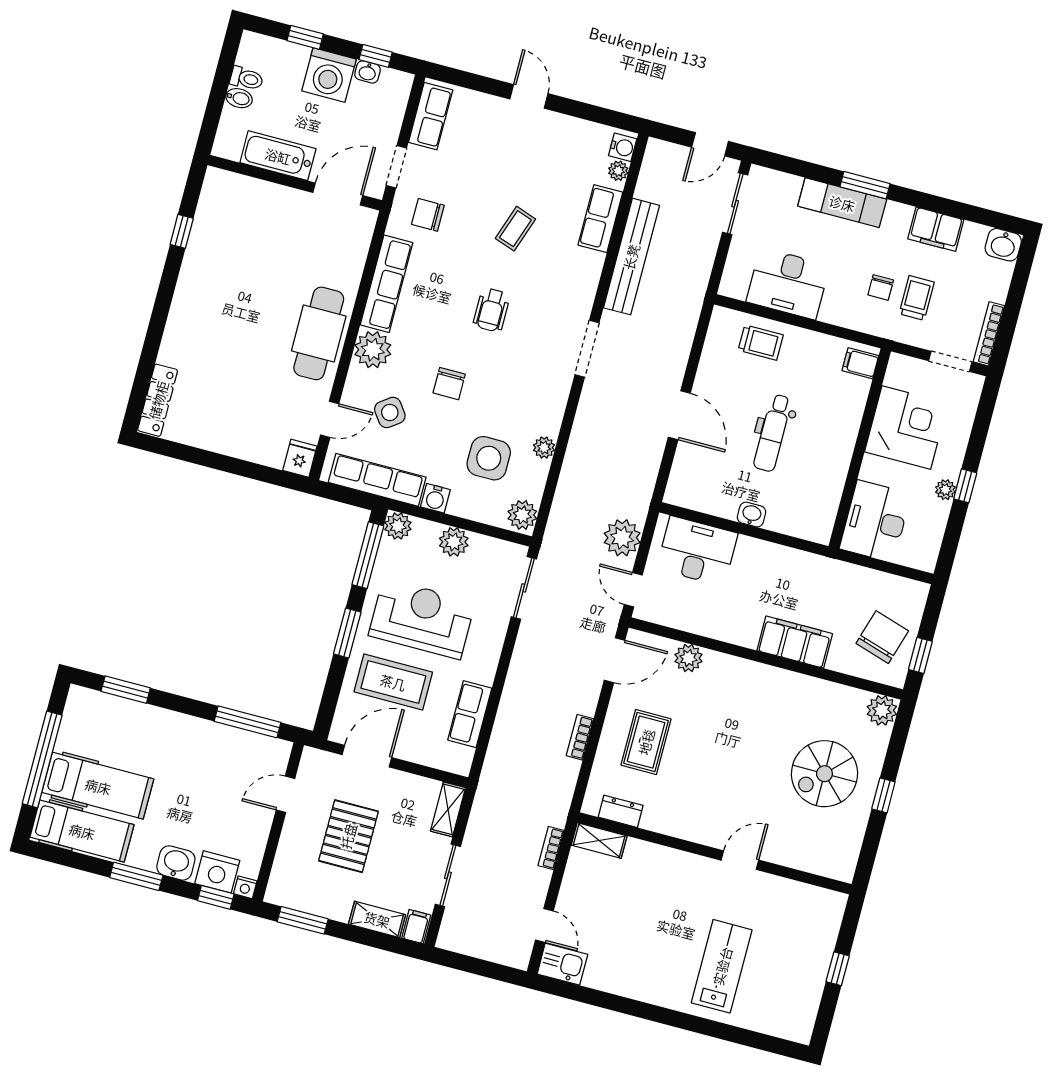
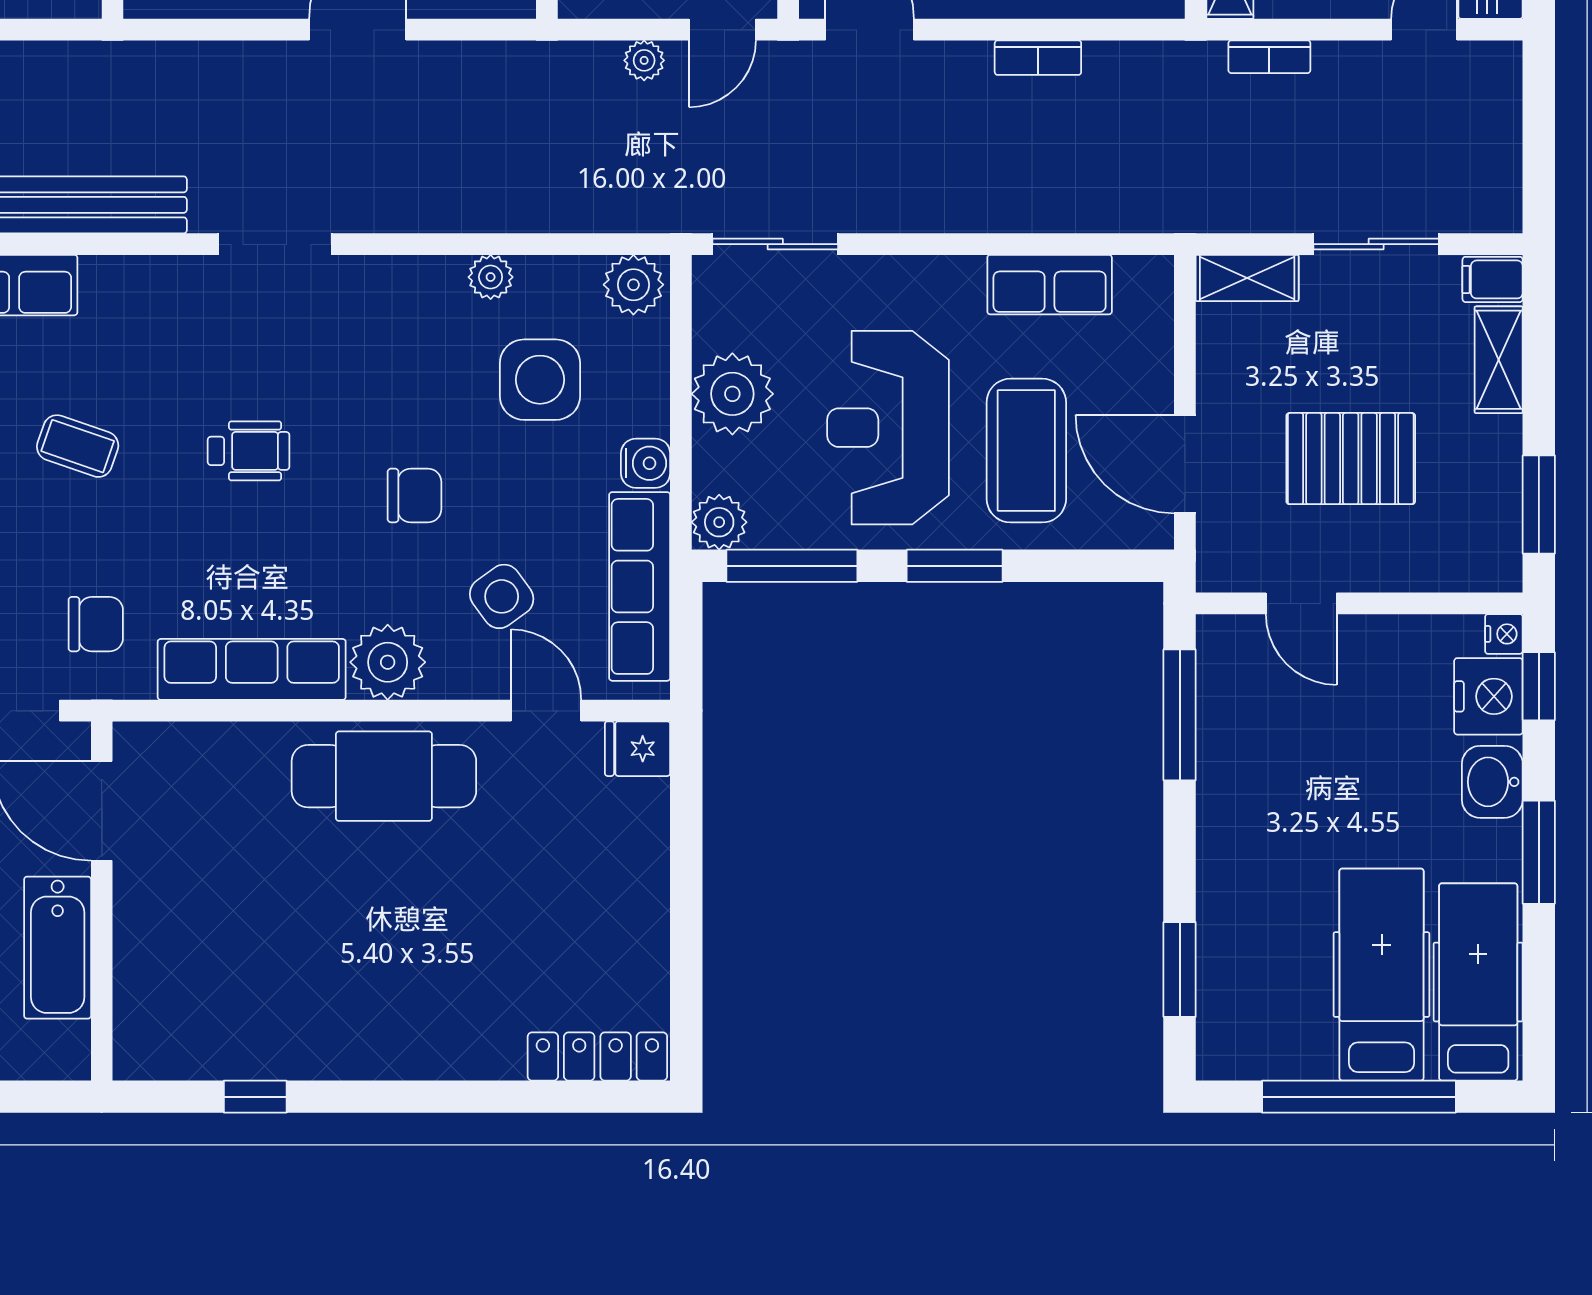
chair: (428, 215) -> (96, 624), turned -90
plant: (622, 538) -> (644, 60), width x0.53, depth x0.53
plant: (454, 542) -> (732, 394), width x1.36, depth x1.36

